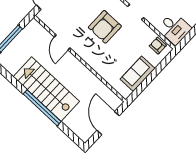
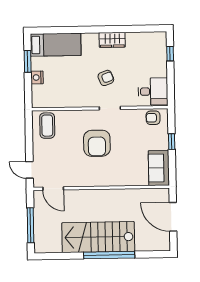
door: (62, 42) -> (53, 189), moved
window: (155, 73) -> (172, 142), added
sofa: (138, 74) -> (159, 168), moved

